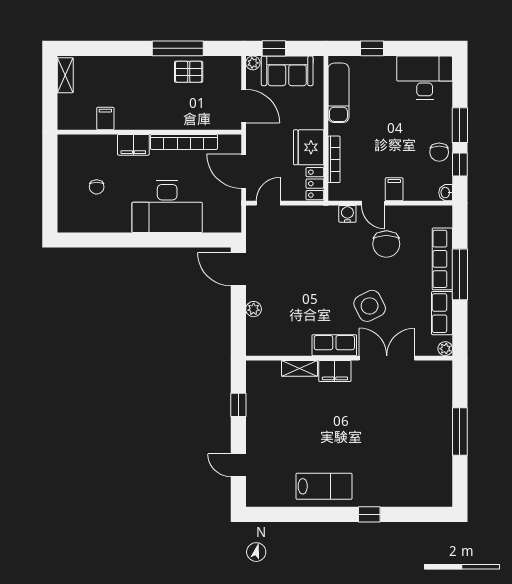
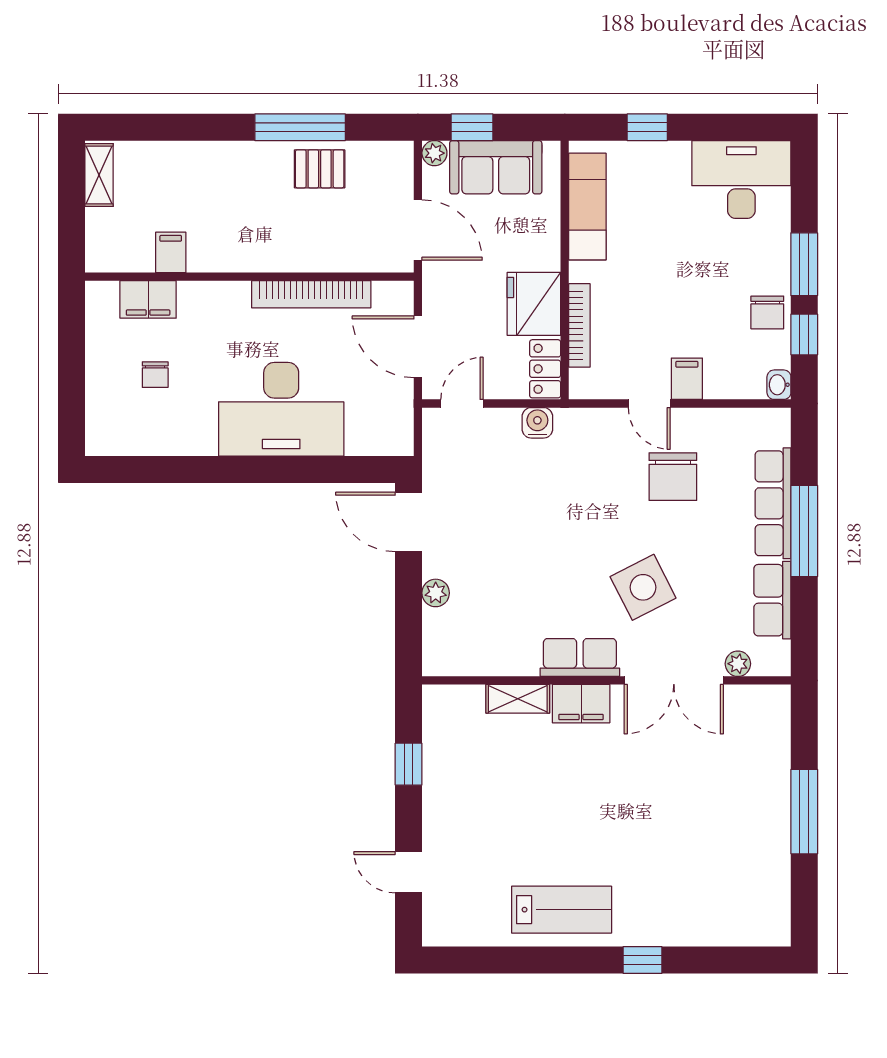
filing cabinet: (133, 145) -> (148, 299), moved
water cooler: (347, 214) -> (537, 423), moved
plant: (445, 349) -> (738, 664), moved
double door: (387, 358) -> (674, 680), swing flipped

